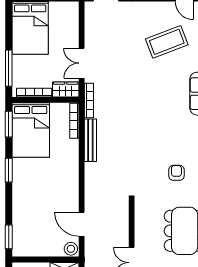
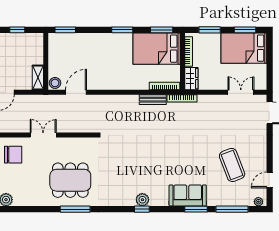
window: (9, 27) -> (245, 30), added
double door: (82, 63) -> (241, 92), moved
window: (9, 68) -> (210, 30), width x0.69
bench: (90, 140) -> (153, 100), width x0.73
armchair: (176, 173) -> (120, 173), removed

